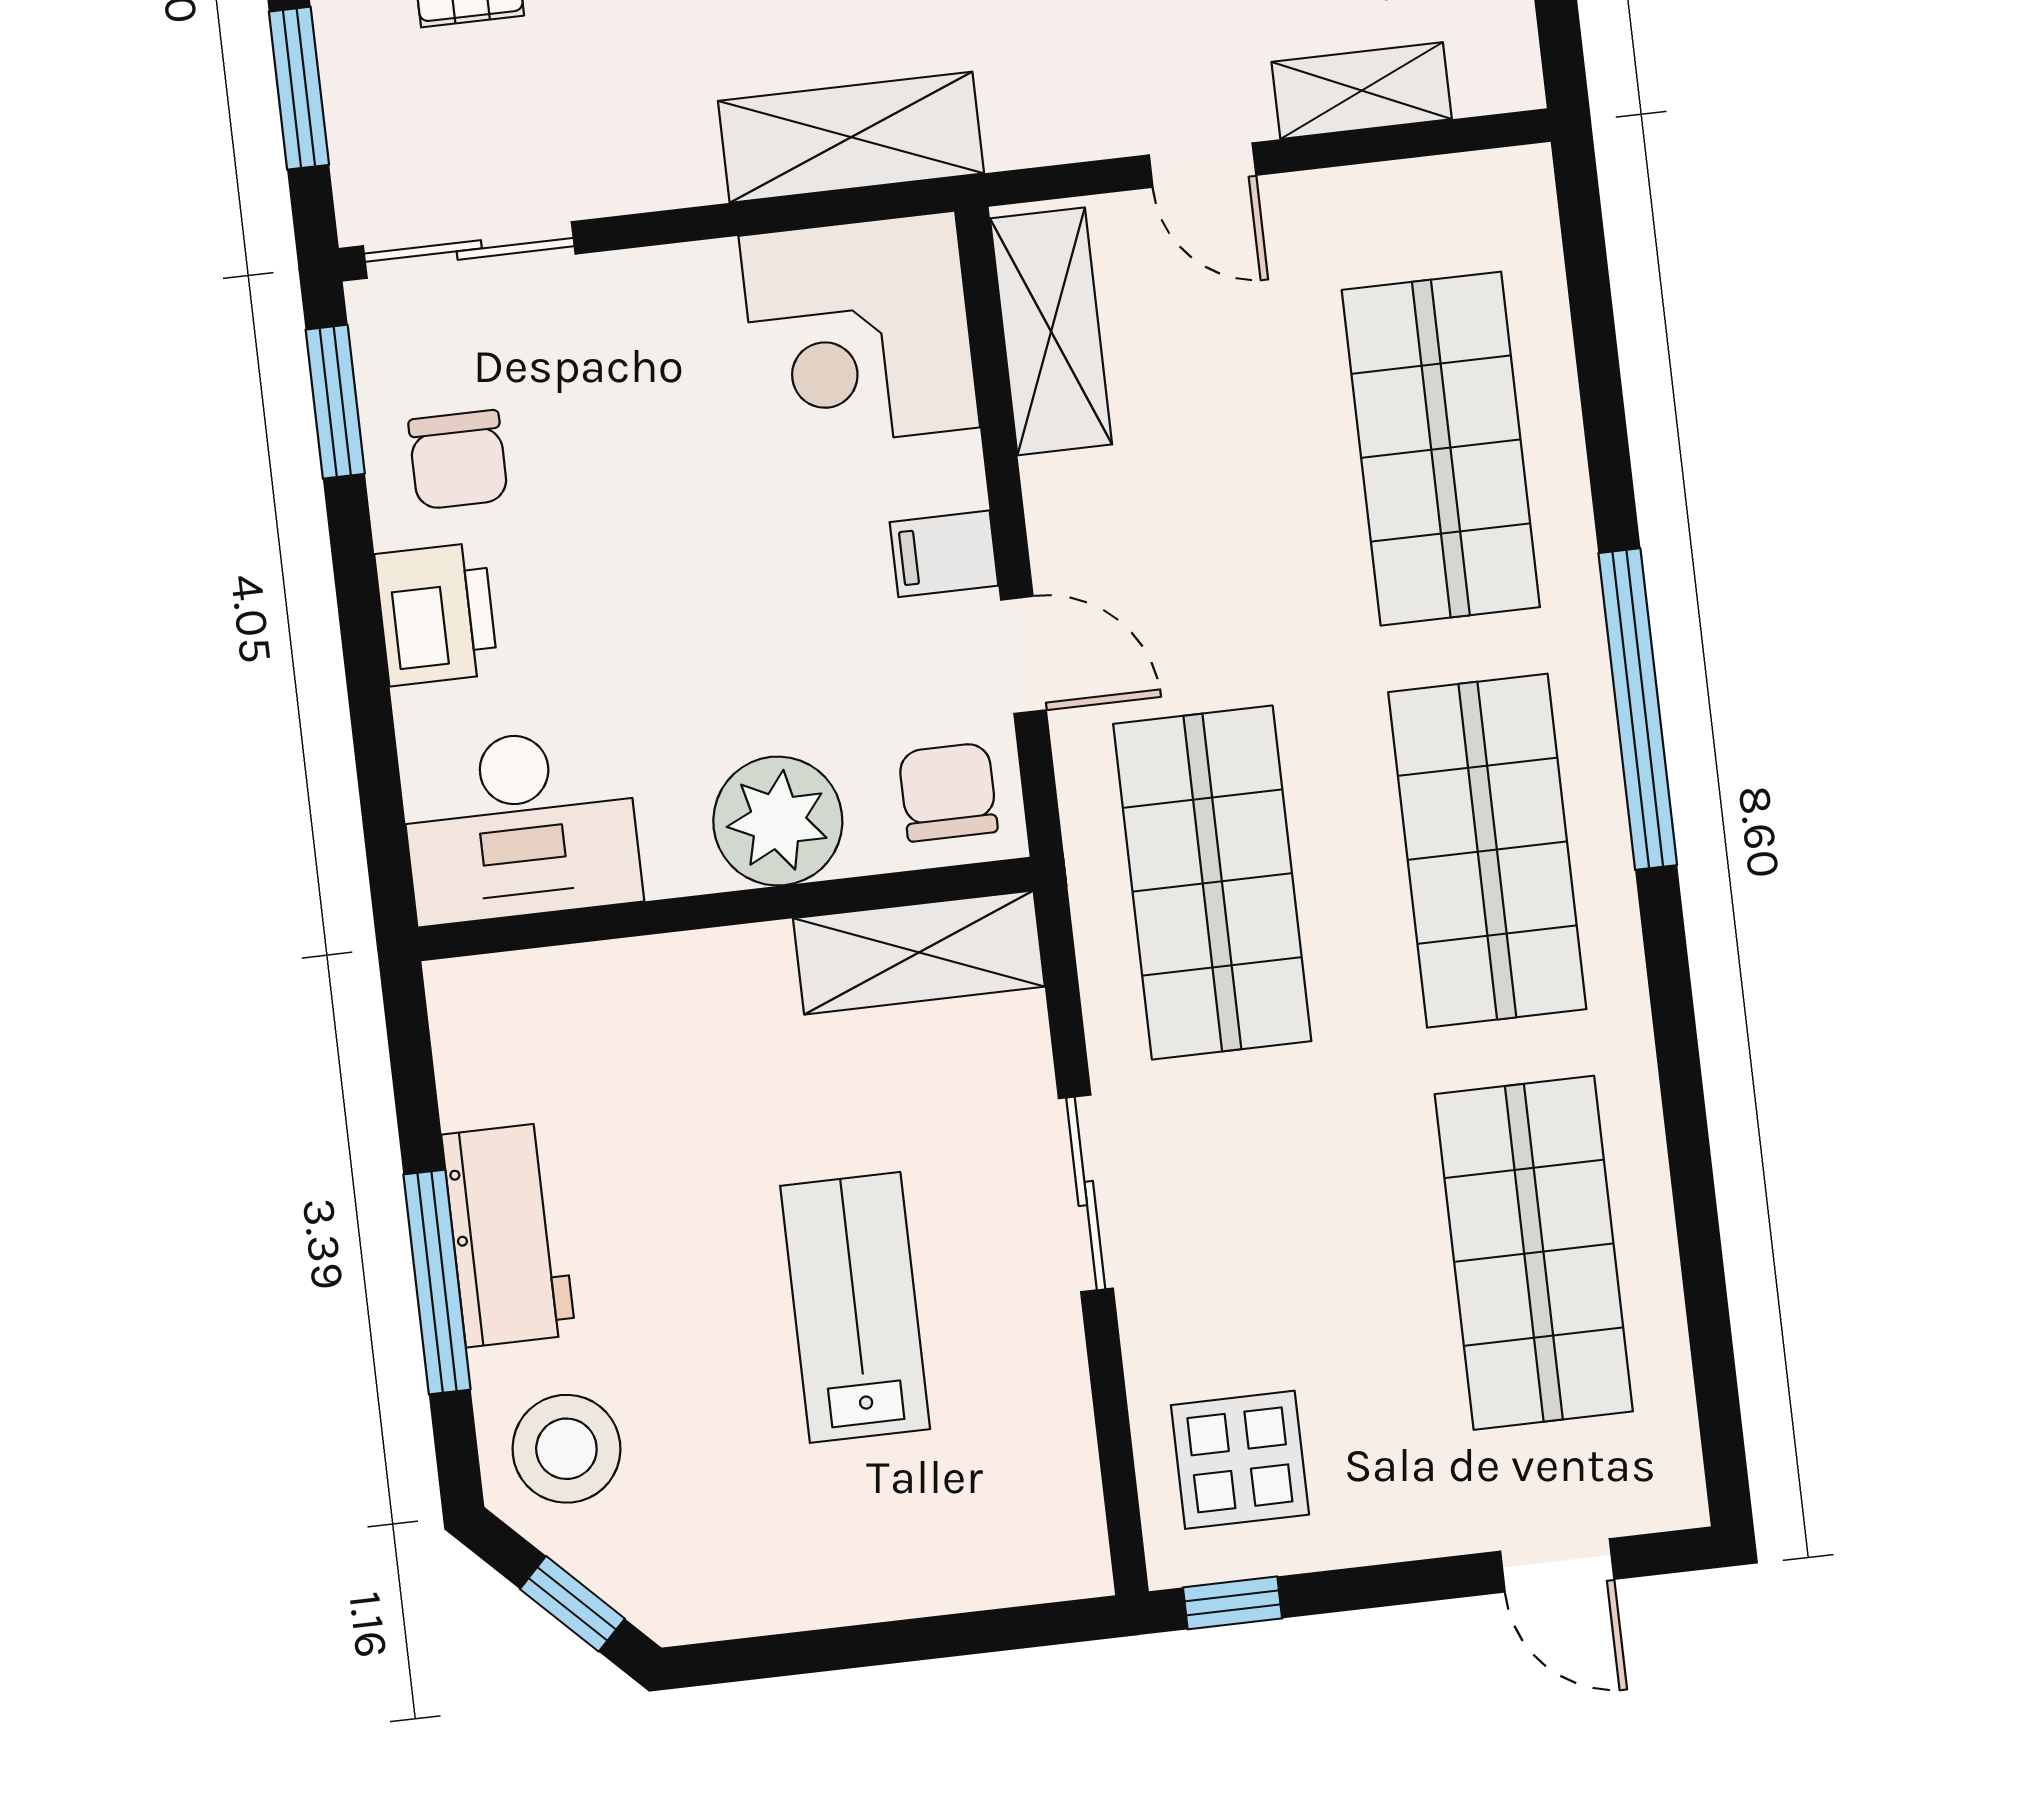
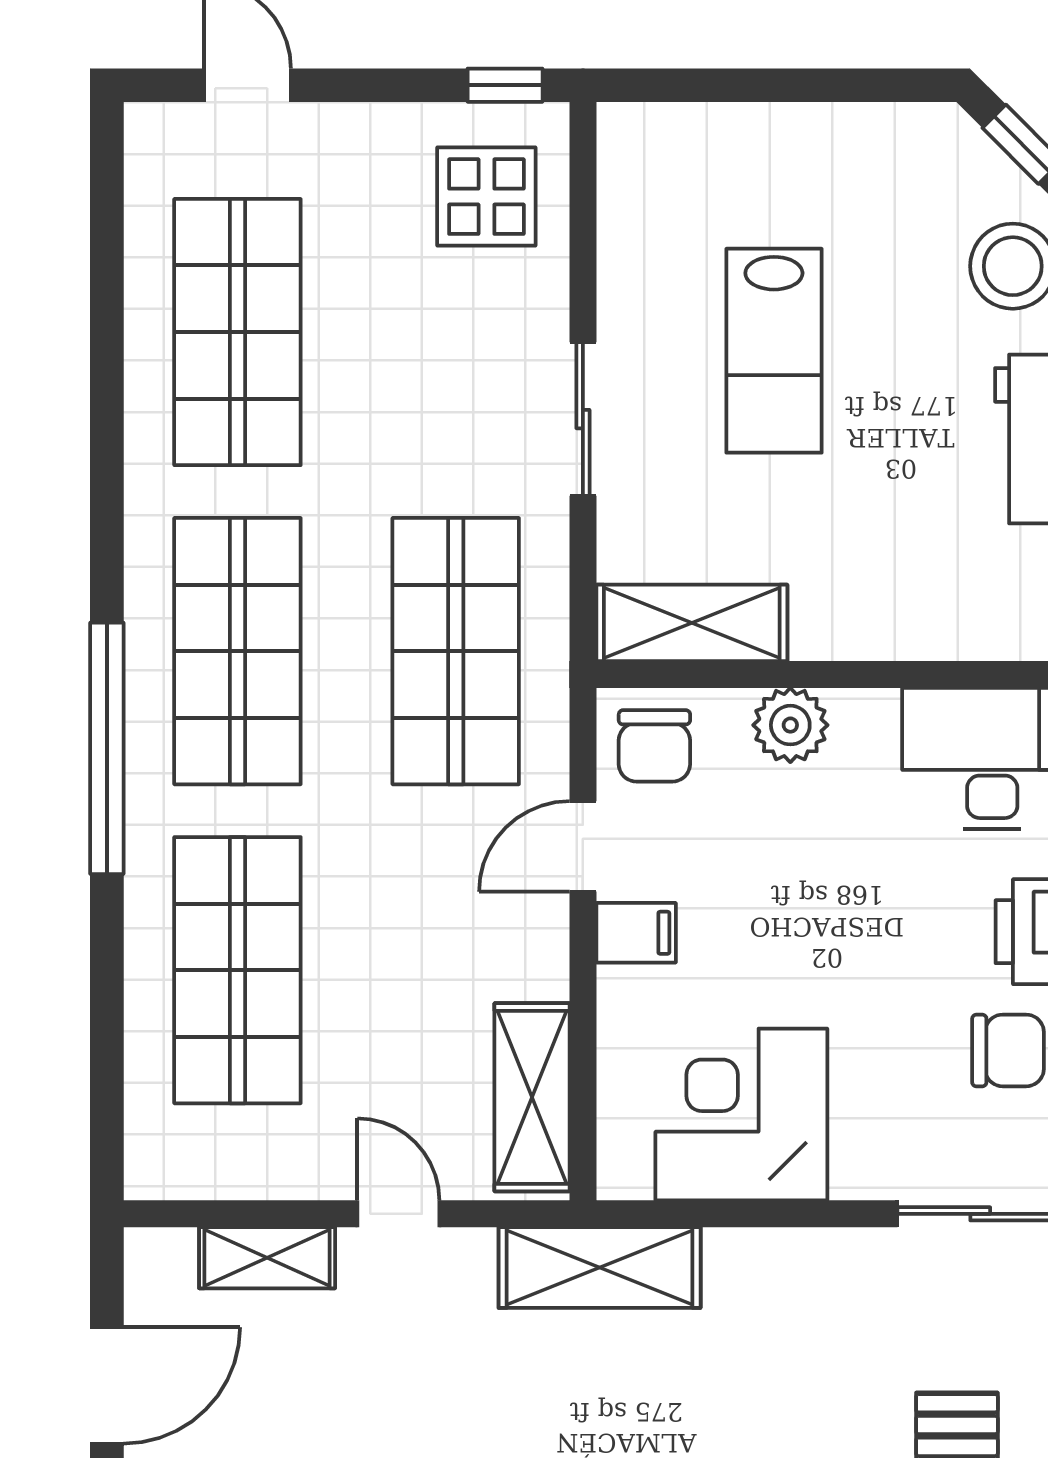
shelving: (851, 137) -> (600, 1267), moved
corner desk: (859, 332) -> (741, 1115), moved, turned -90
chair: (458, 460) -> (1008, 1050), turned 90
door: (1023, 655) -> (583, 846), hinge flipped
plant: (778, 821) -> (790, 725), width x0.73, depth x0.73

